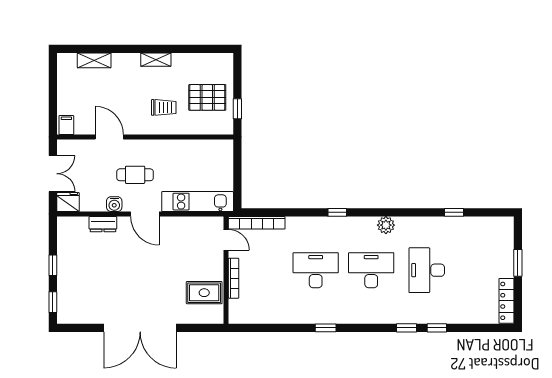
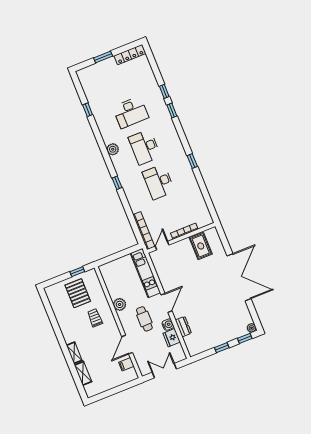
shelving: (156, 60) -> (74, 353), moved
filing cabinet: (66, 125) -> (126, 364), moved
plant: (169, 149) -> (120, 304), added
fridge: (68, 202) -> (172, 338), moved
plant: (64, 317) -> (251, 328), added

